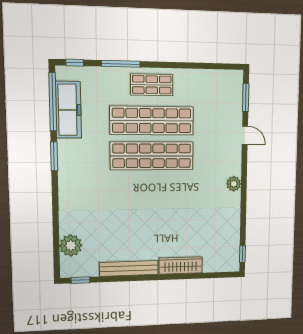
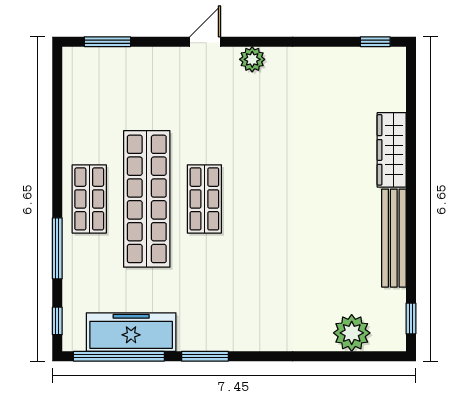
door: (245, 135) -> (205, 42), moved
shop shelf: (152, 156) -> (204, 199), width x0.50, depth x0.74

